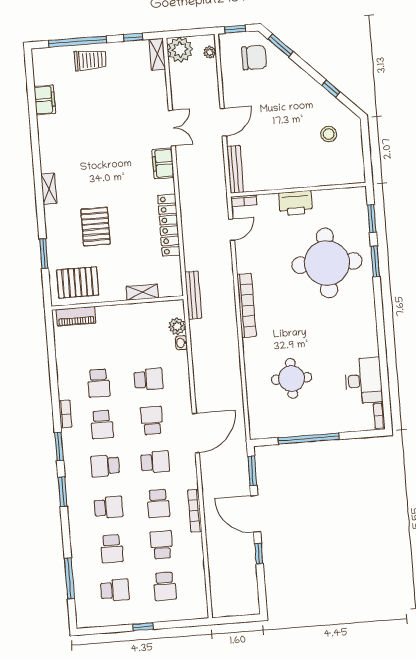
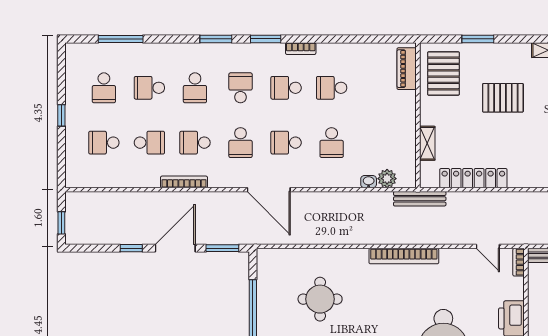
locker: (169, 225) -> (473, 178), moved
school desk: (152, 421) -> (286, 143), turned 180
window: (241, 619) -> (61, 223), added

